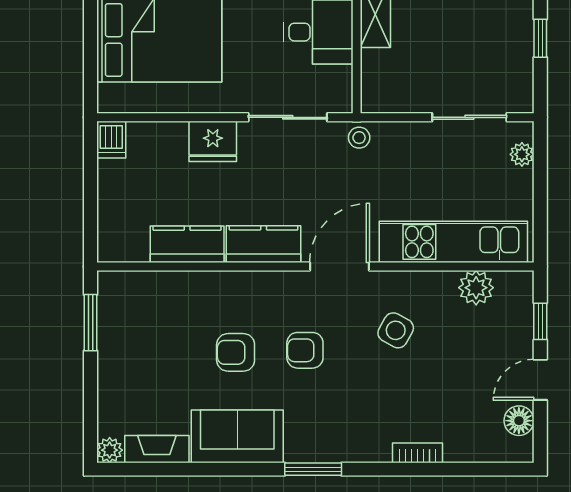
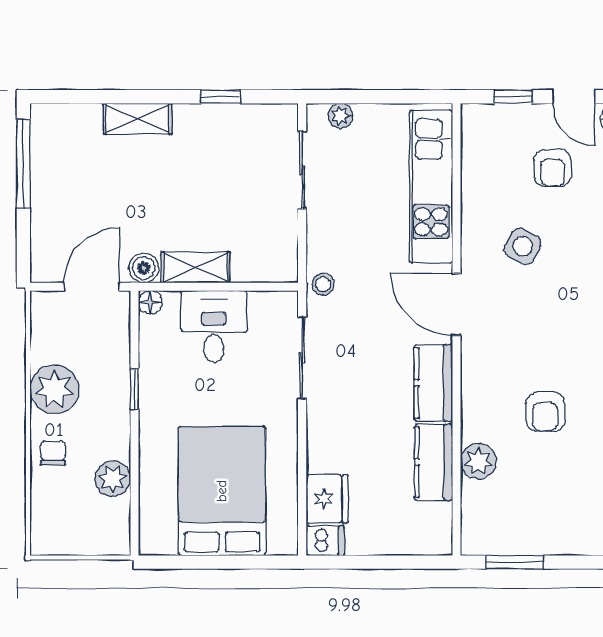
fridge: (213, 141) -> (327, 499), moved
plant: (476, 288) -> (478, 461), moved
armchair: (305, 350) -> (553, 168), moved

